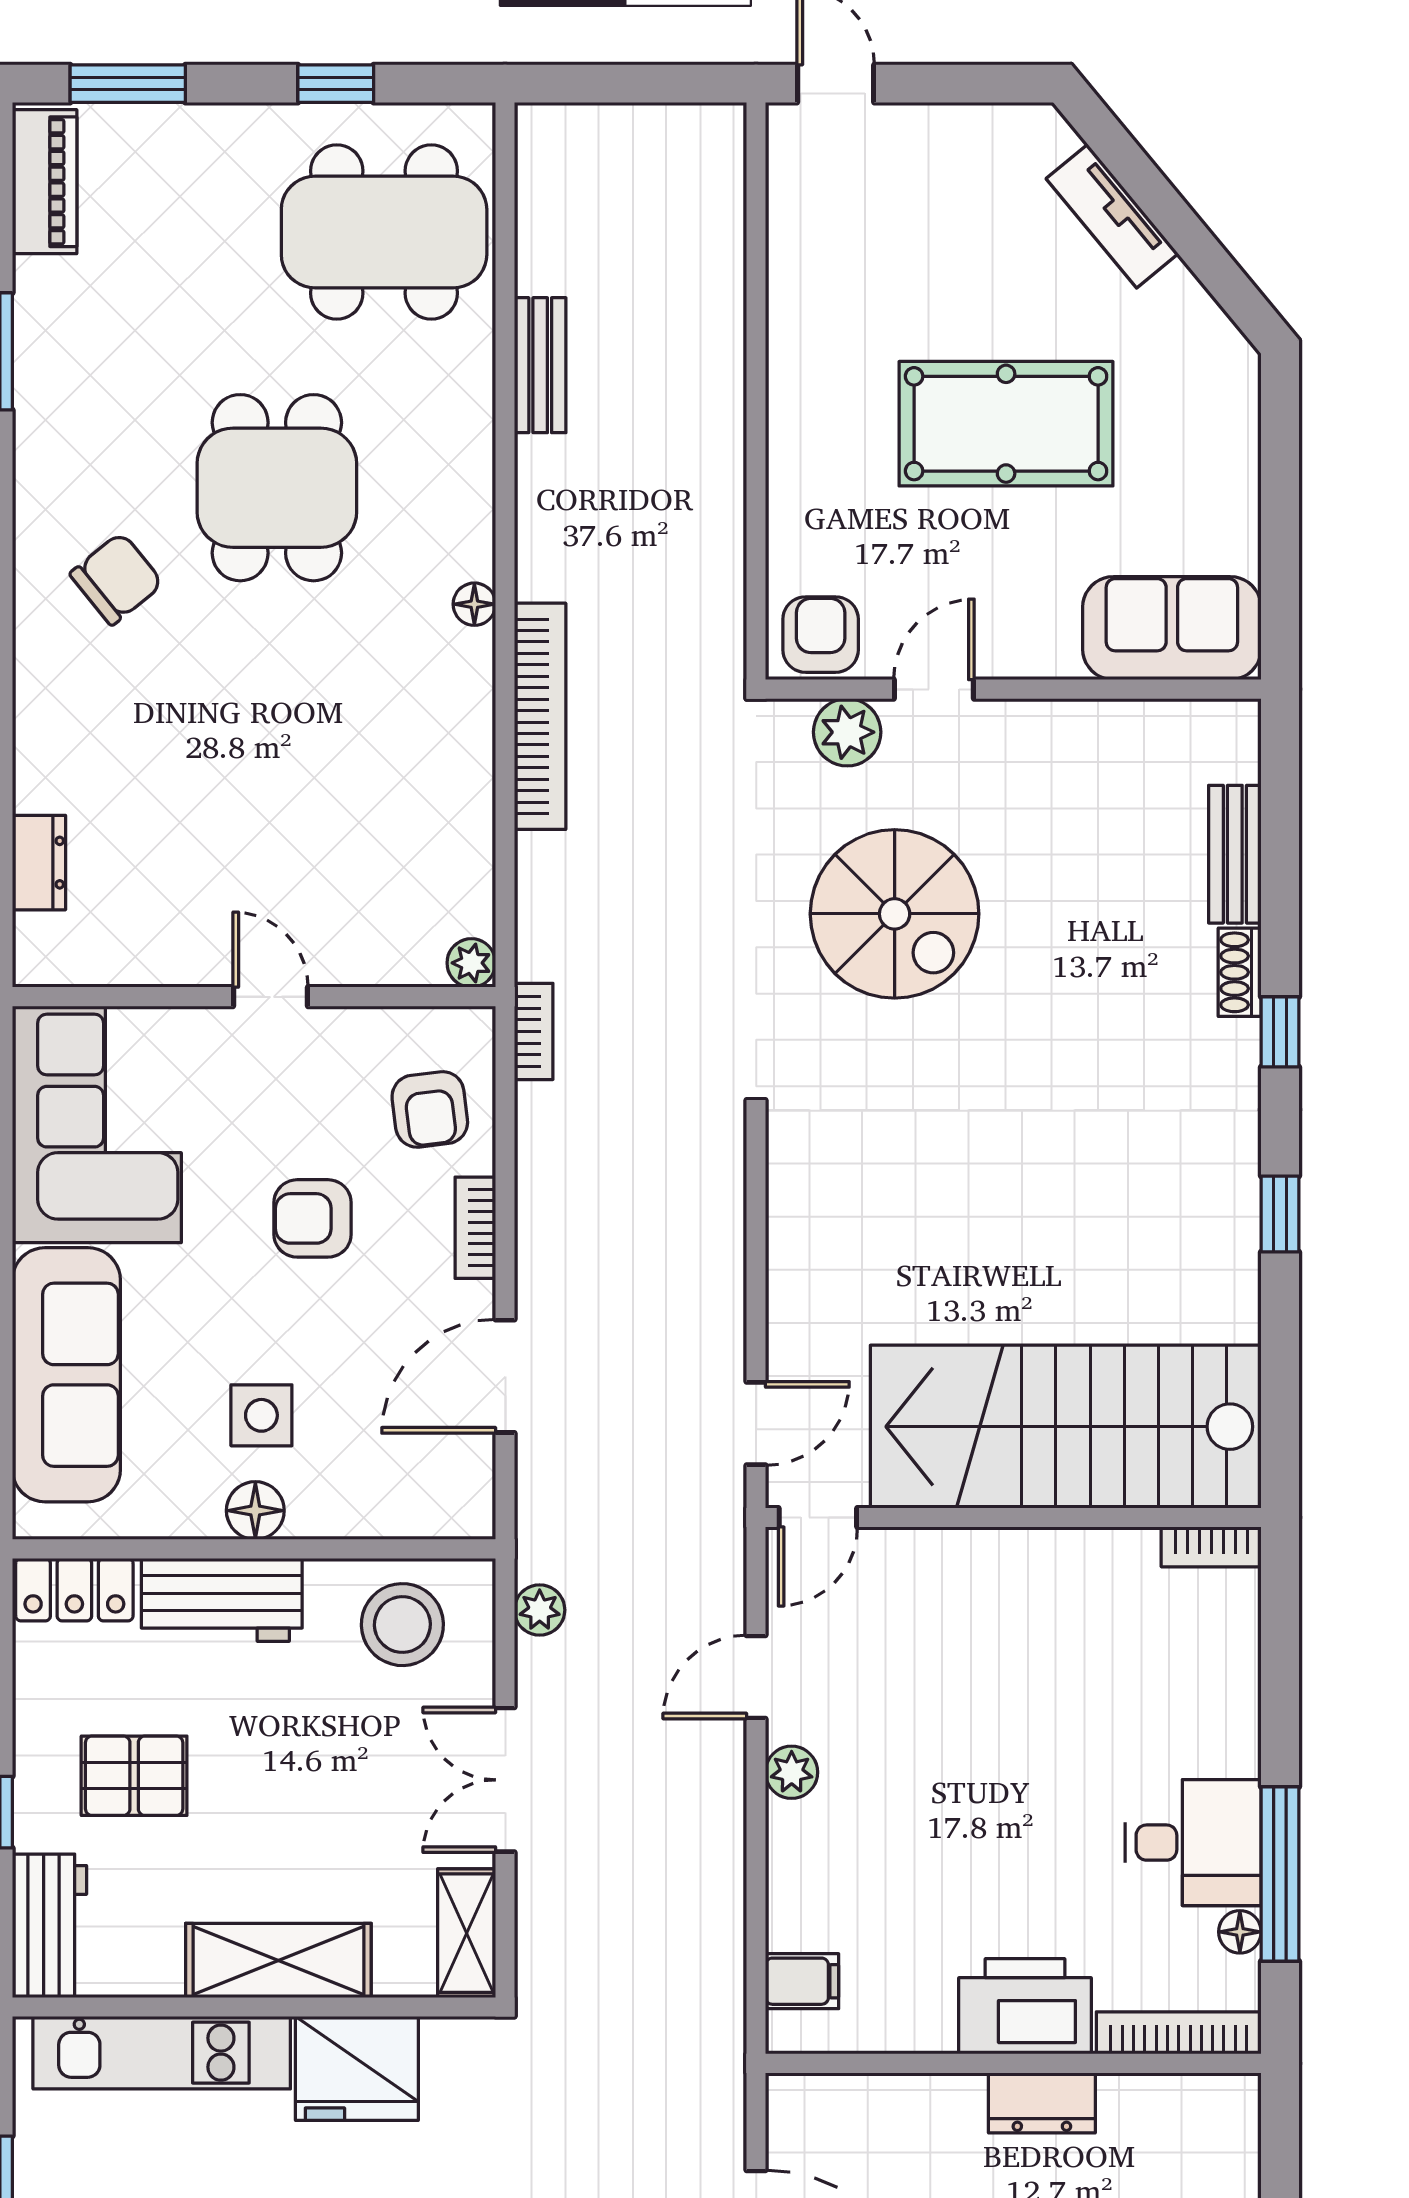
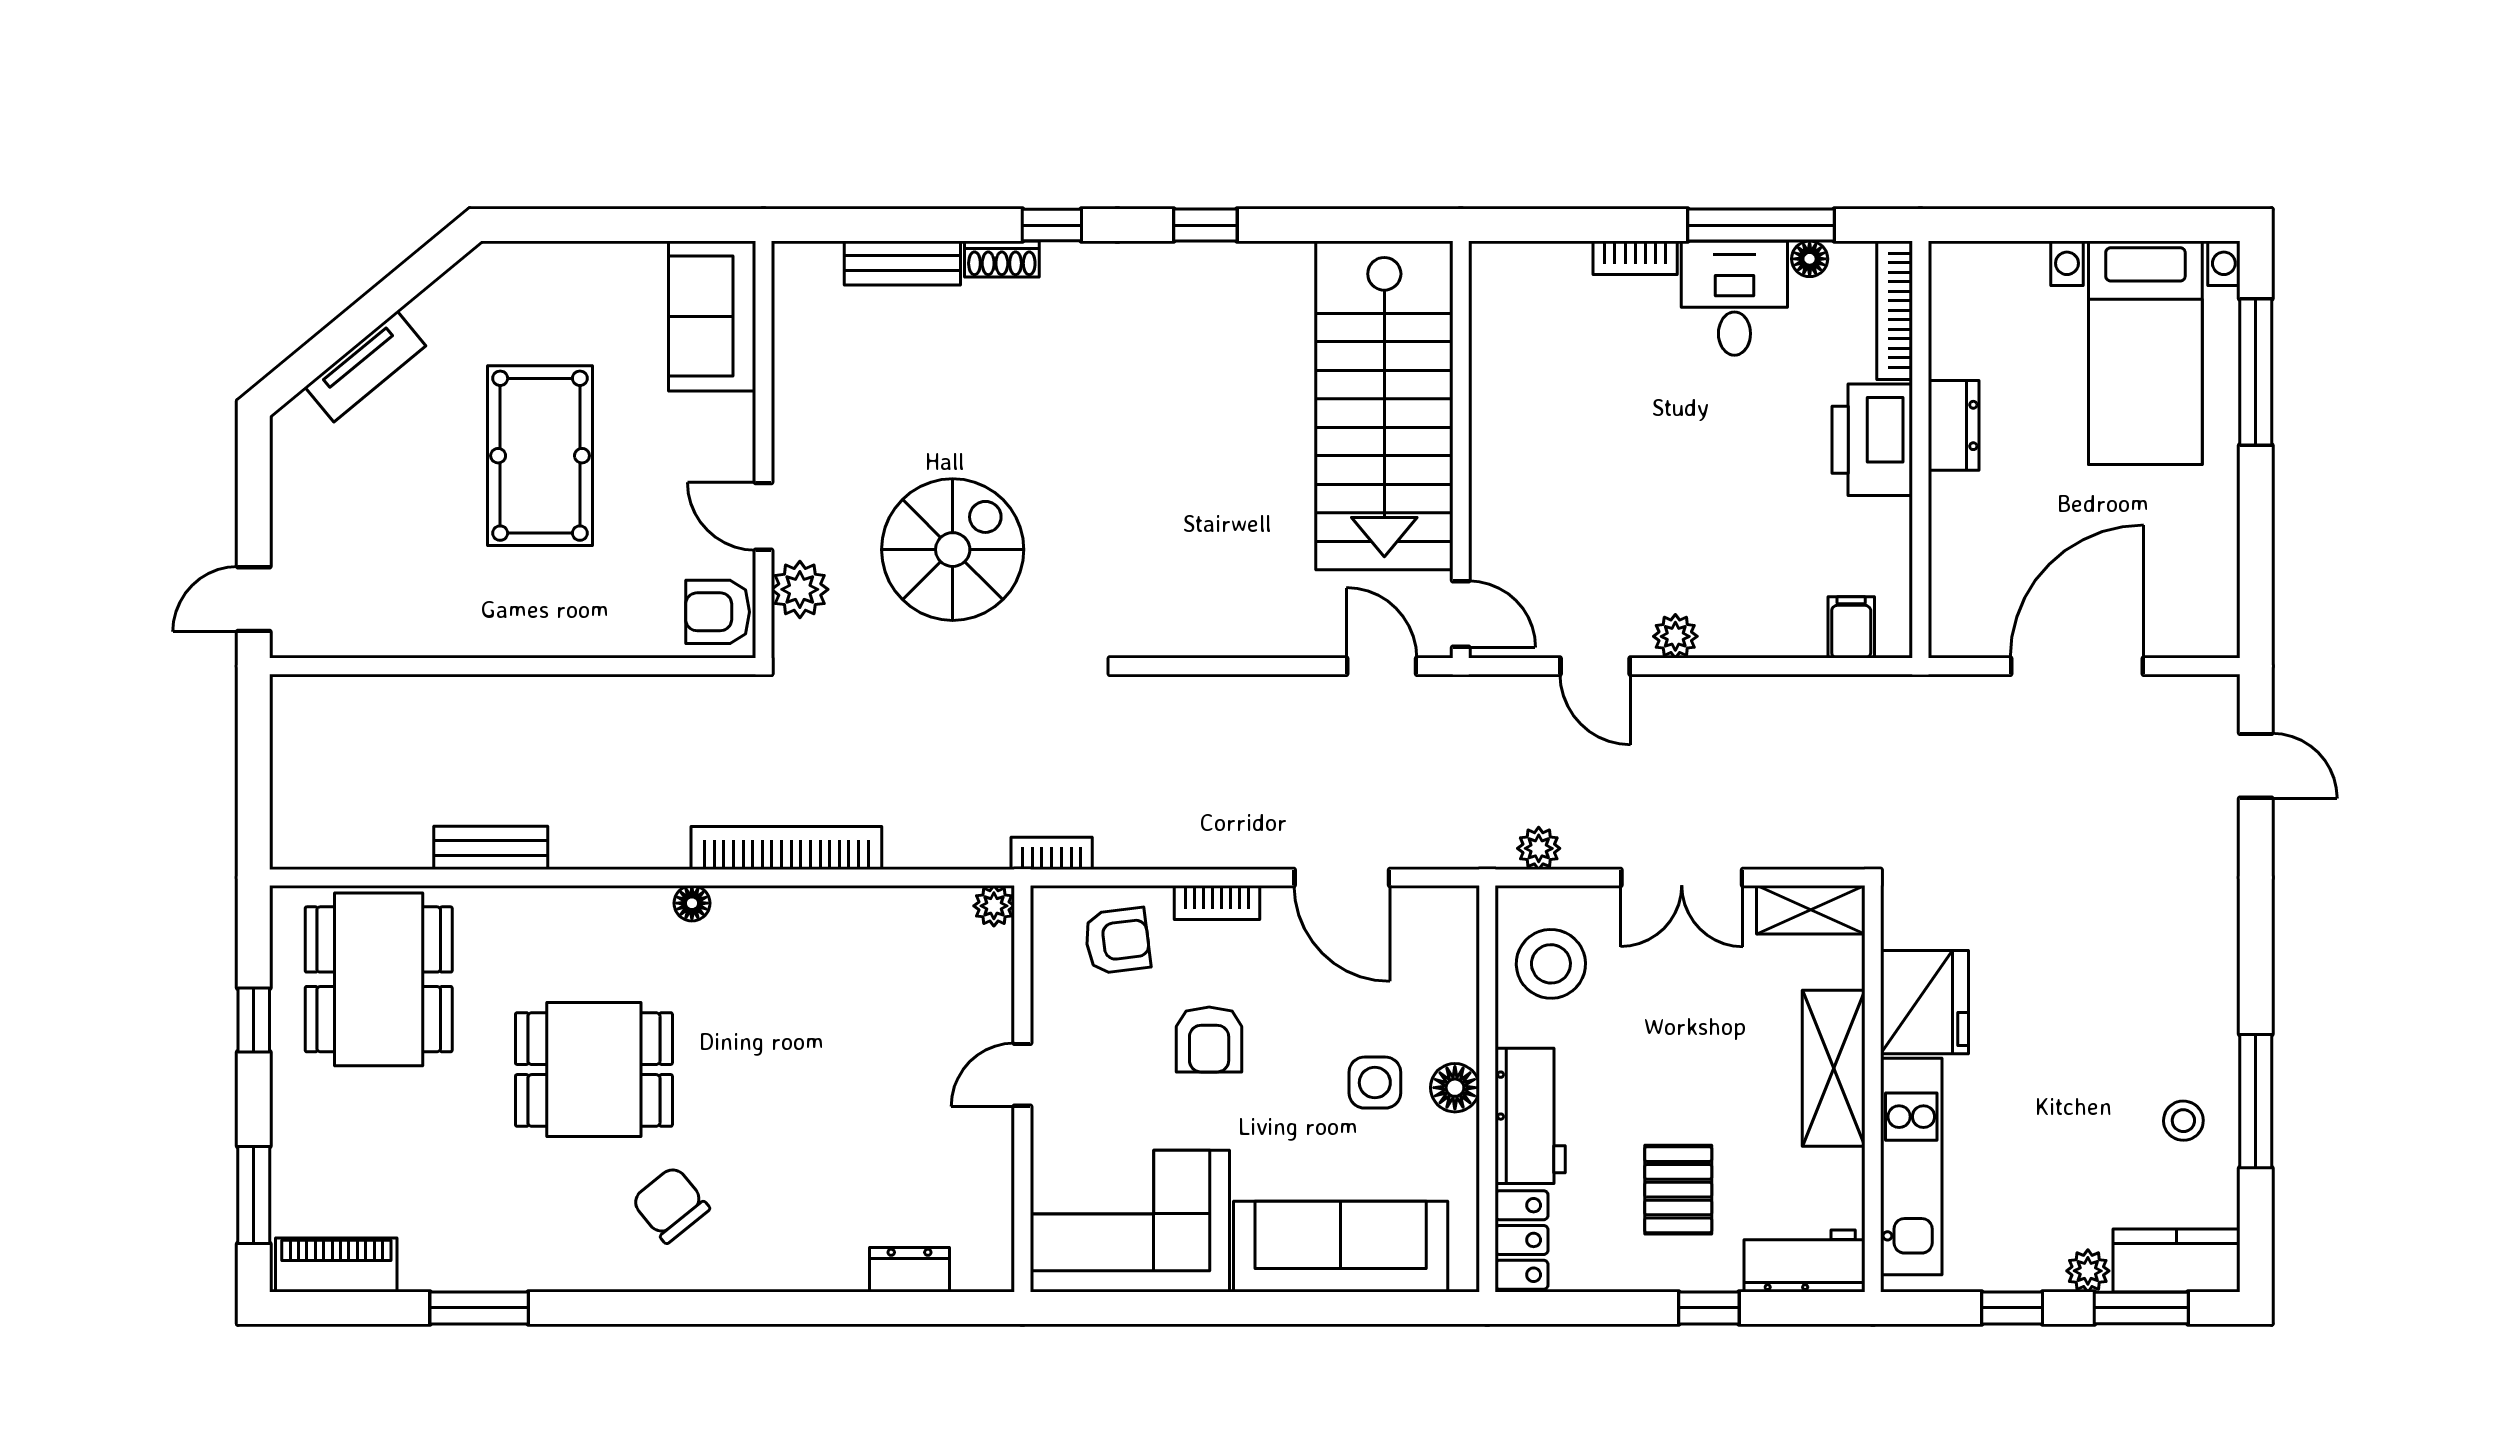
bookcase: (1211, 1547) -> (1635, 258), moved, turned 90

